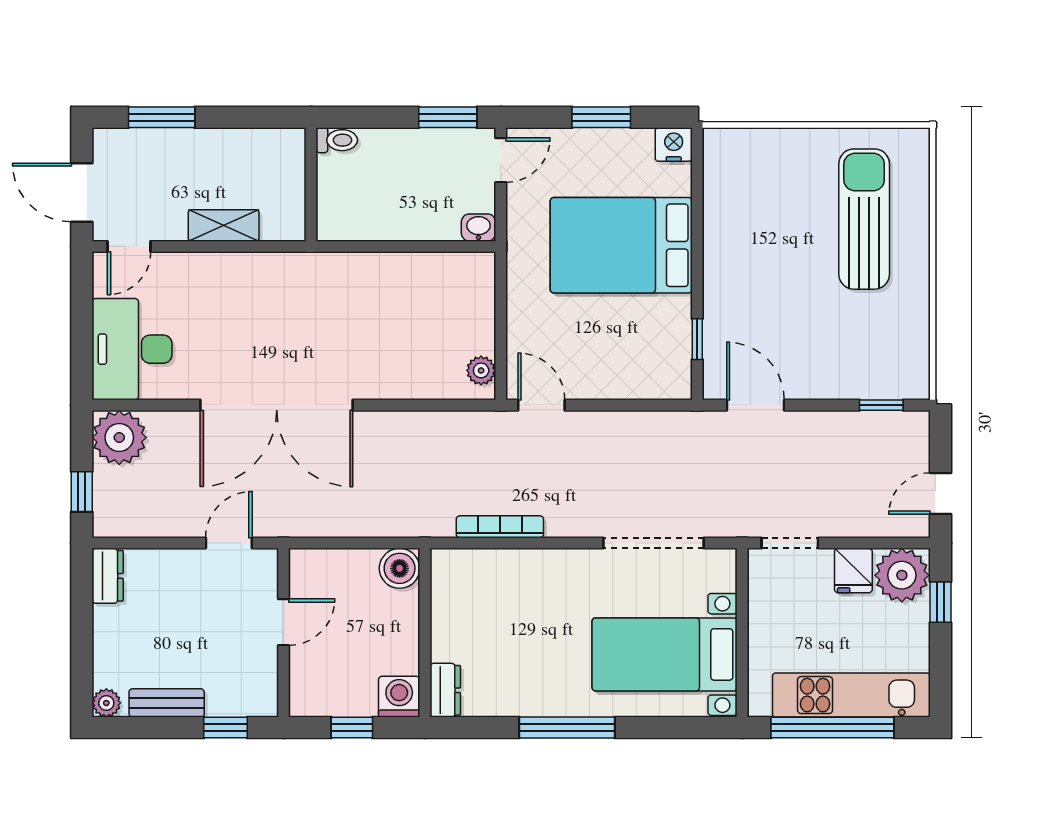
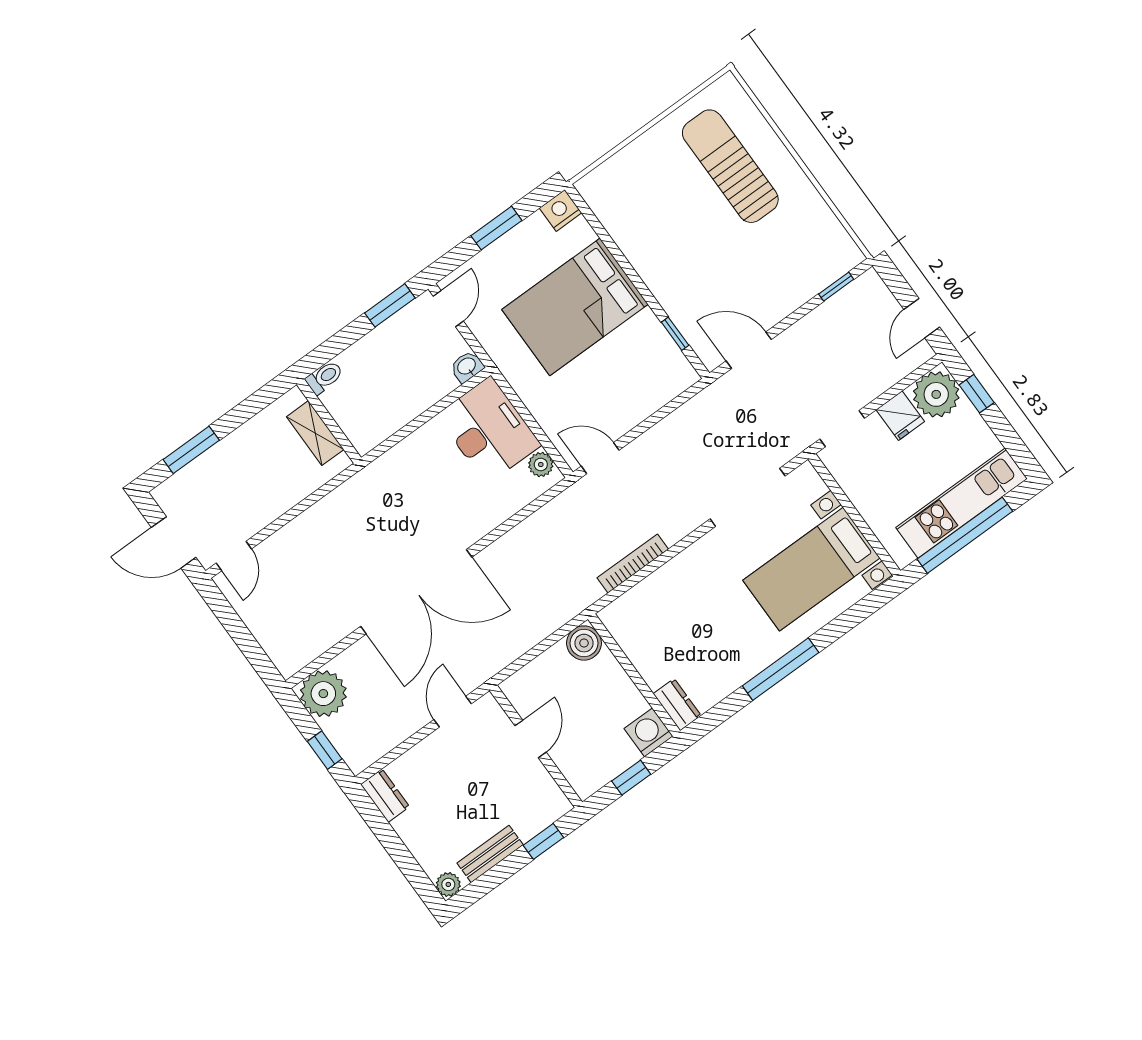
shelving: (224, 225) -> (315, 433), moved, turned 90
desk: (132, 349) -> (489, 430), moved, turned 180

